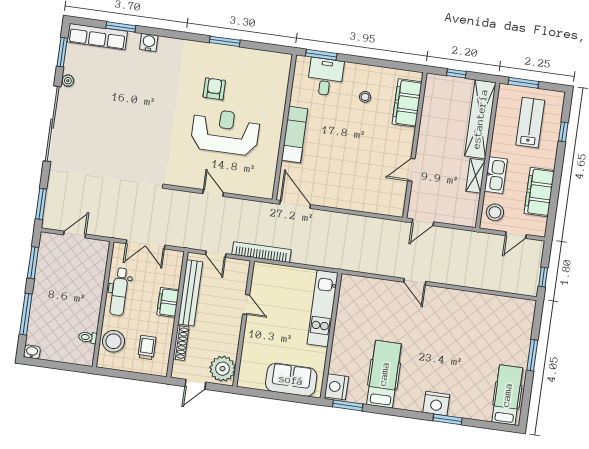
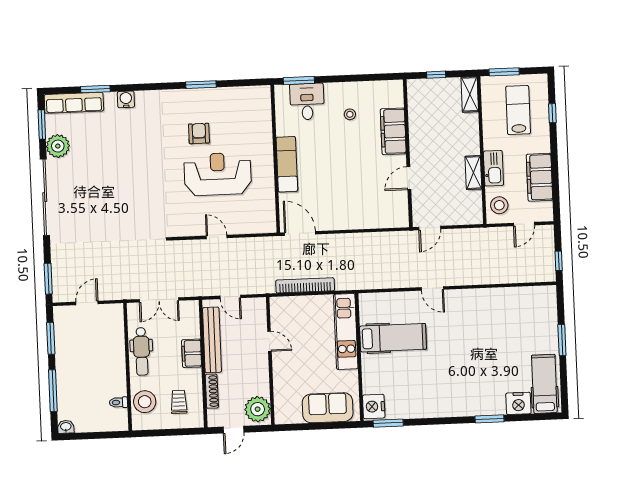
plant: (68, 81) -> (58, 146), width x1.88, depth x1.88
filing cabinet: (407, 103) -> (393, 131), moved
shelving: (480, 119) -> (470, 94), width x0.45, depth x0.75
bookcase: (262, 252) -> (305, 285), moved
hospital bed: (384, 374) -> (393, 338), moved, turned 90
nightstand: (436, 403) -> (518, 403), moved

